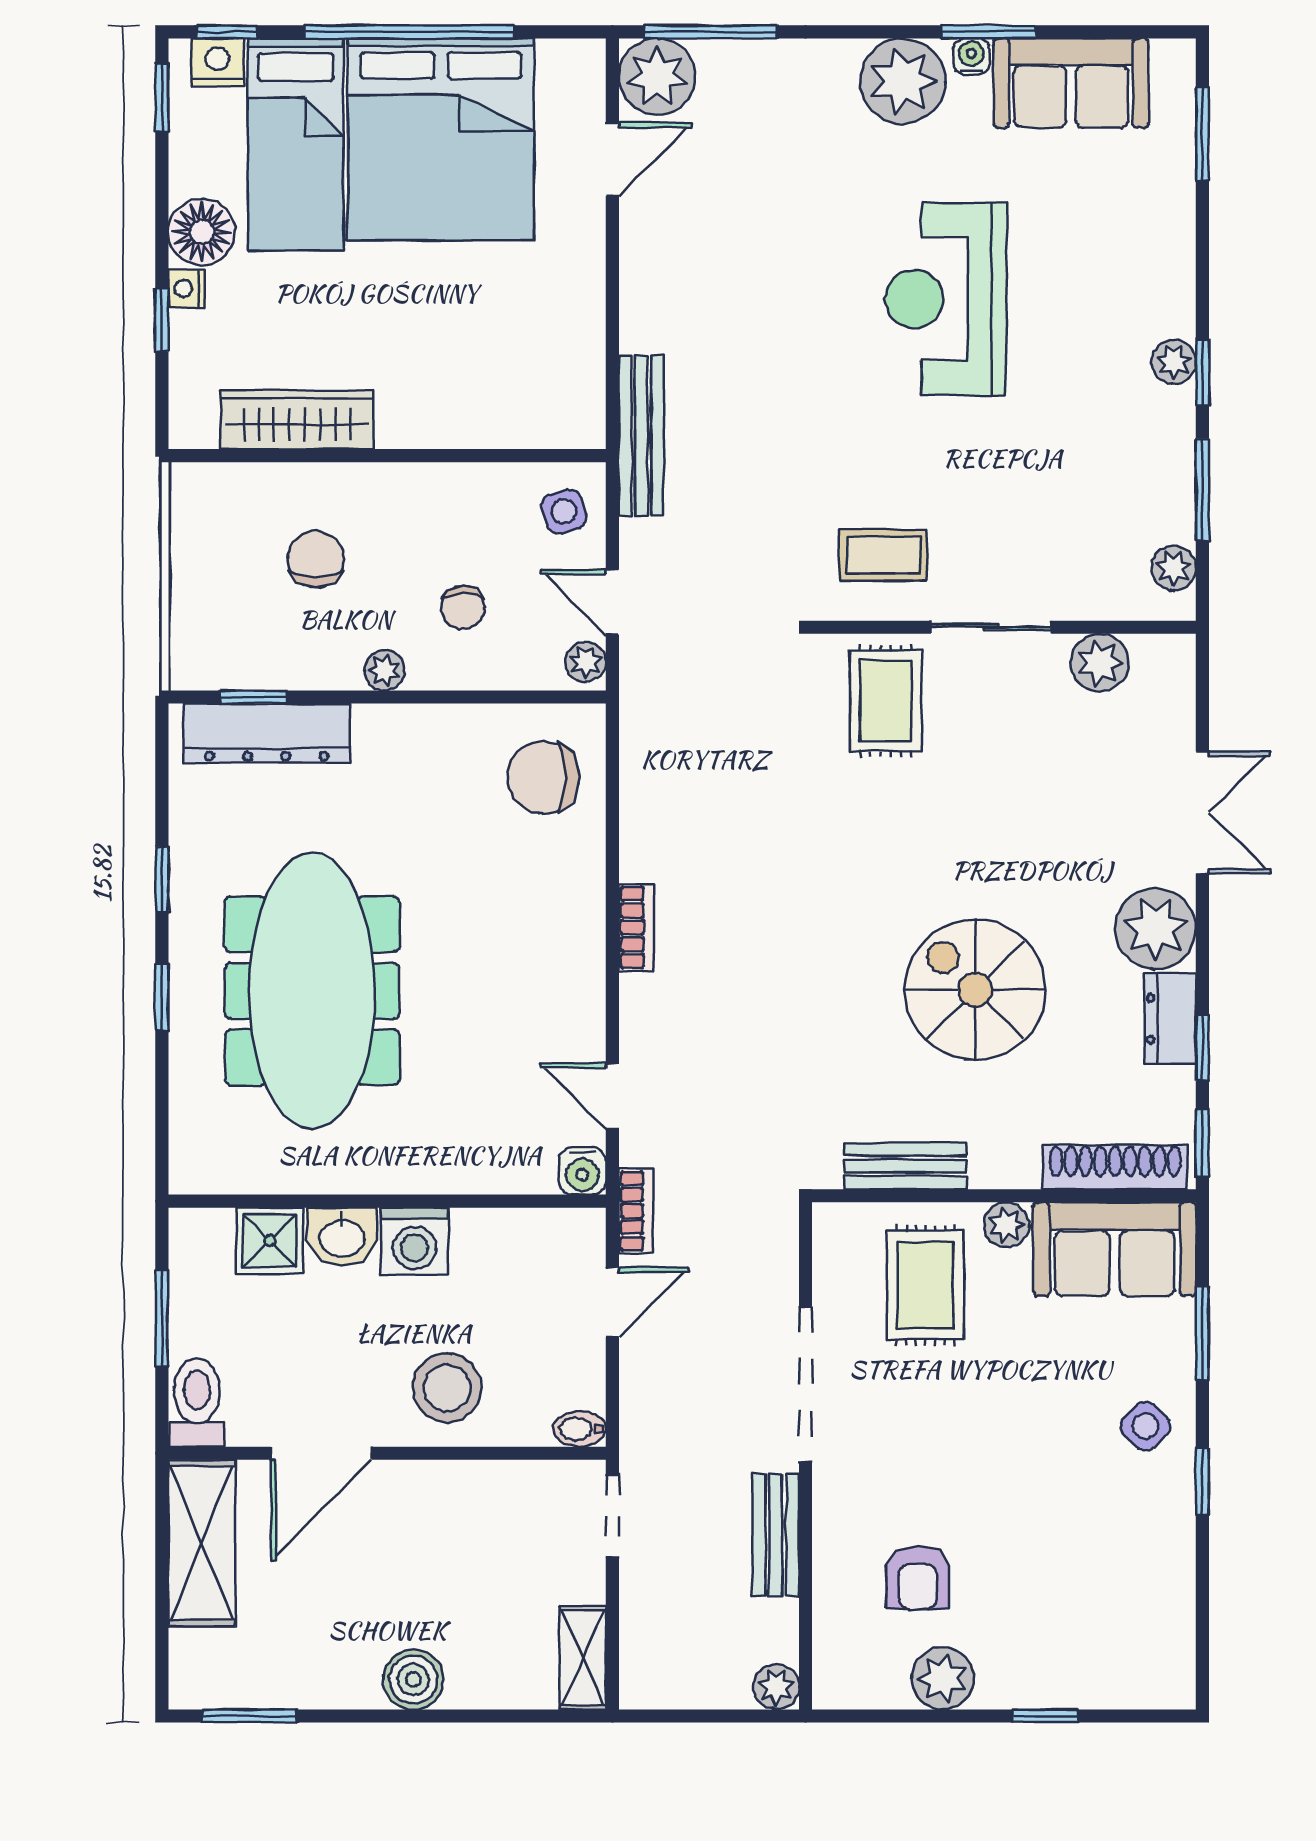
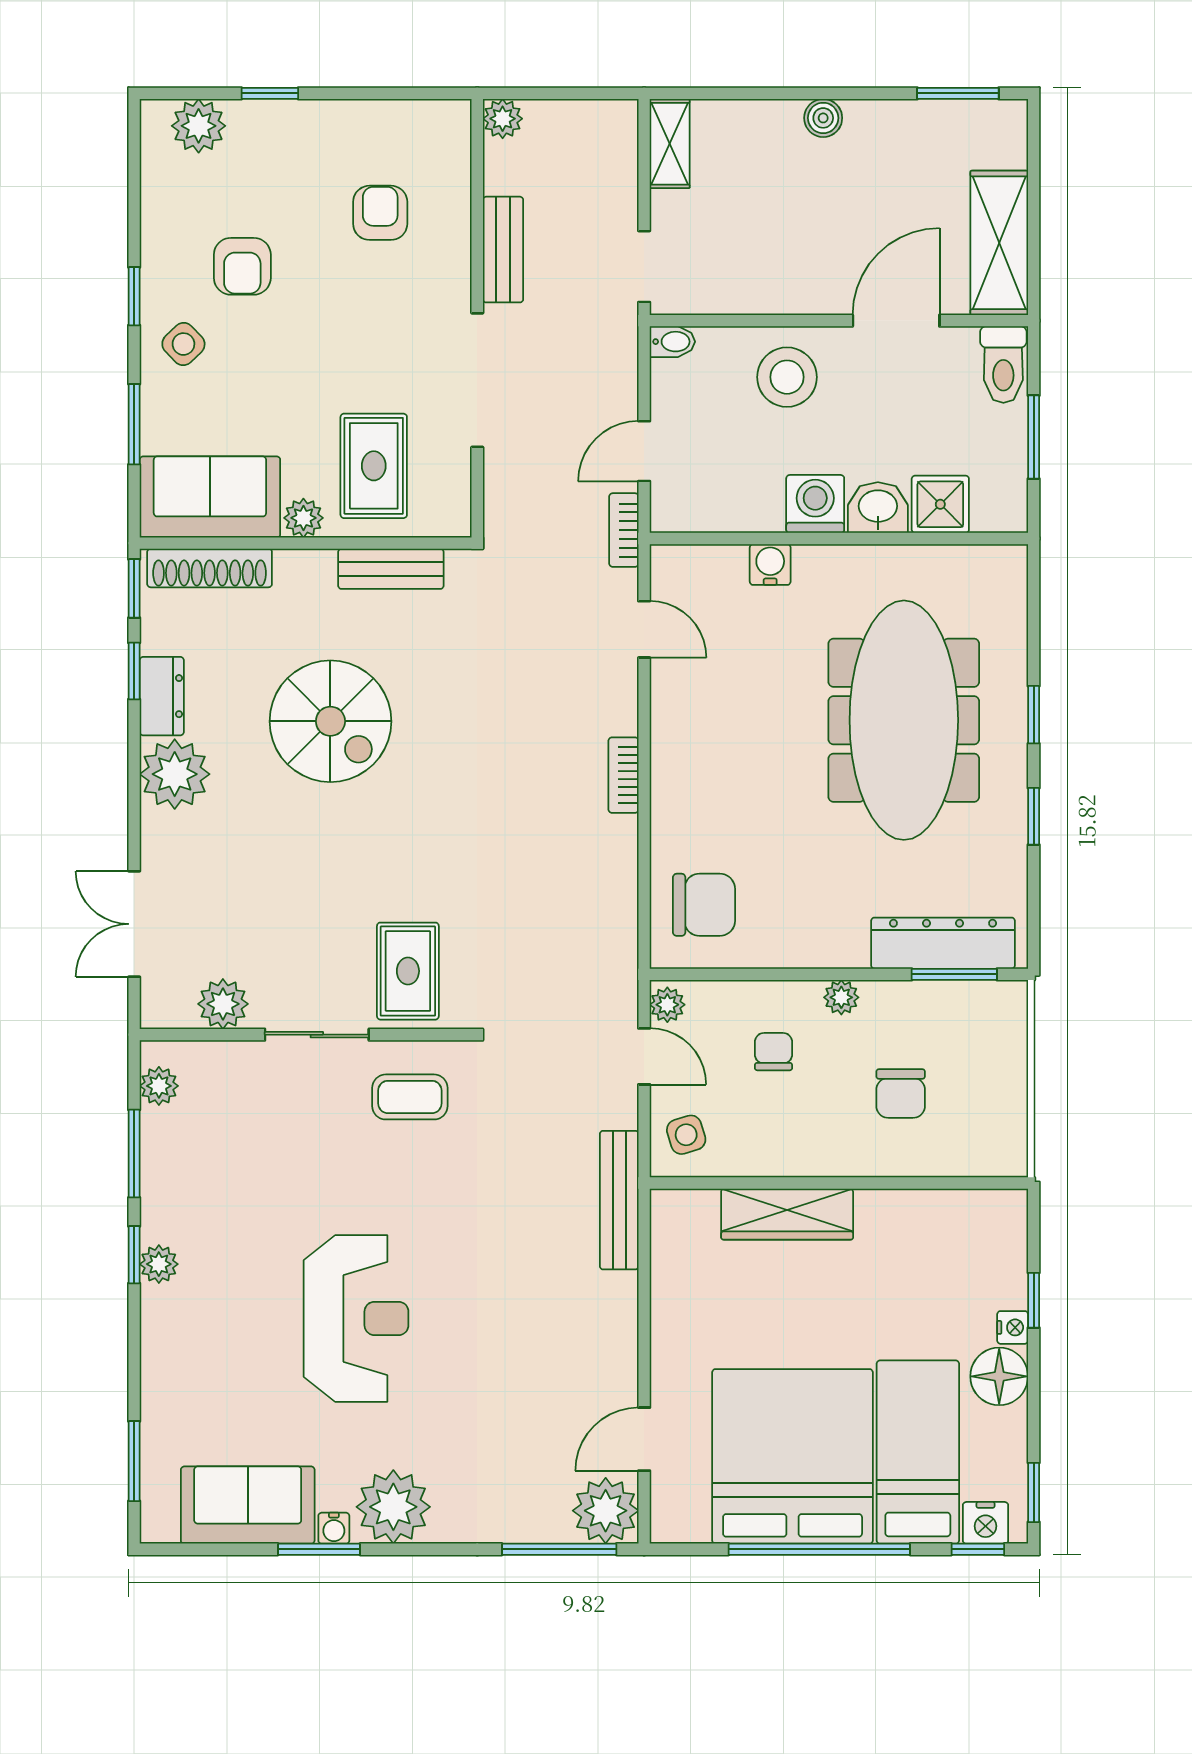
wardrobe: (297, 420) -> (787, 1214), moved
window: (254, 697) -> (954, 974), width x1.50
double door: (1202, 813) -> (134, 924), moved
water cooler: (582, 1171) -> (770, 565), moved
armchair: (1077, 1516) -> (242, 266), added
plant: (943, 1678) -> (199, 126), moved
boiler: (413, 1680) -> (823, 118), width x0.73, depth x0.73

